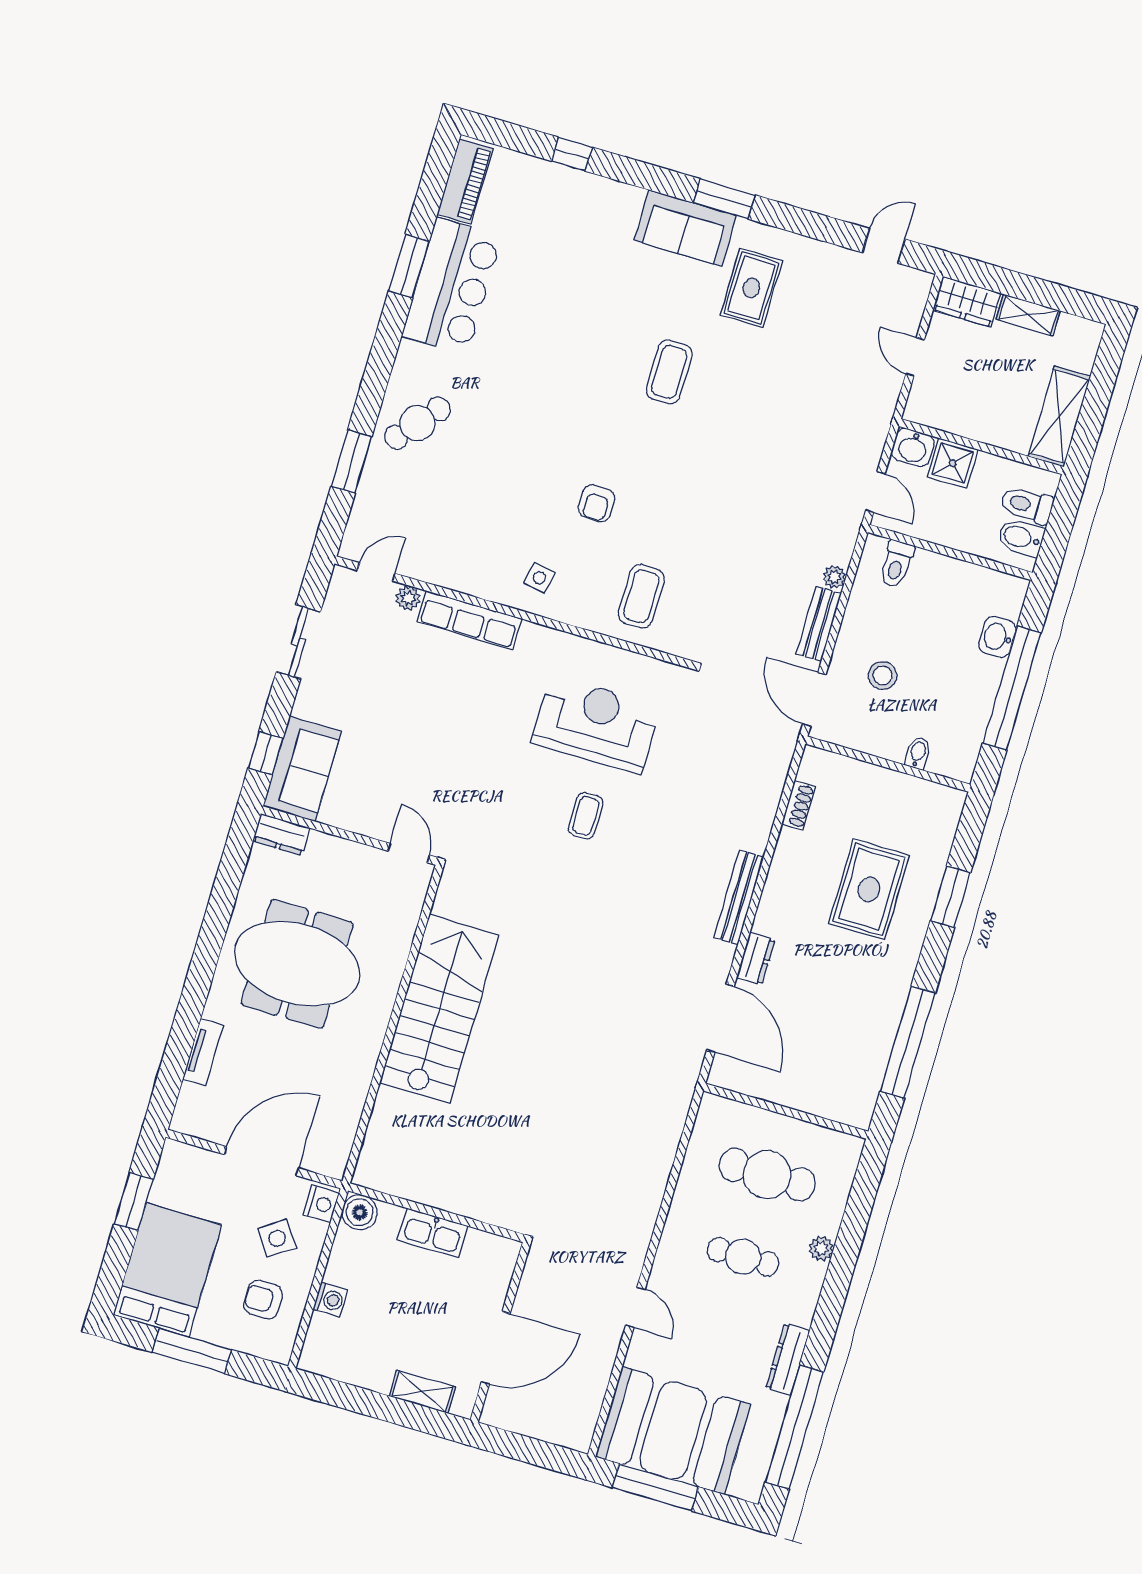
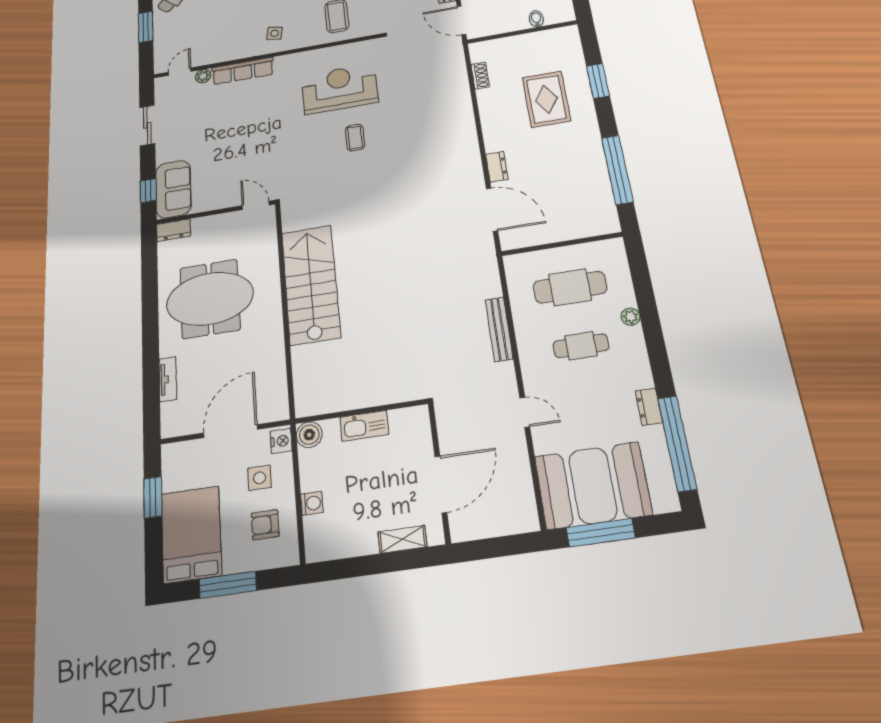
bench: (739, 897) -> (499, 329), moved
side table: (277, 1238) -> (260, 478), turned 35
dresser: (788, 1359) -> (649, 407), width x0.70

